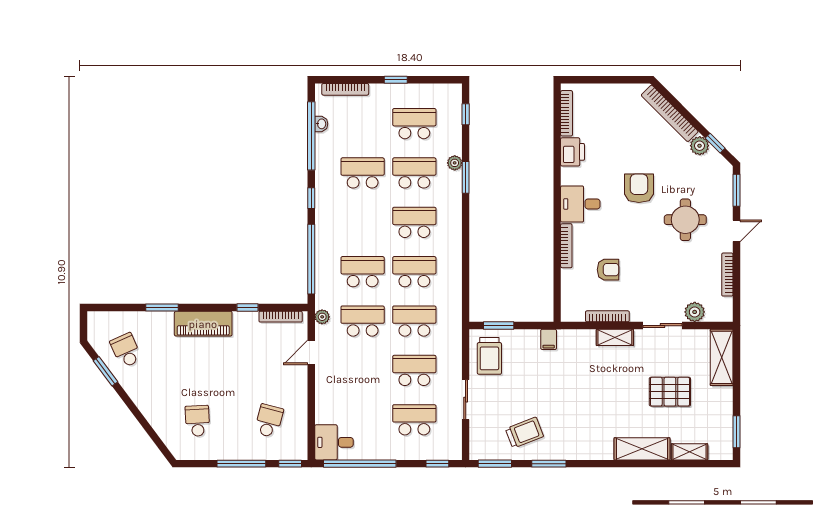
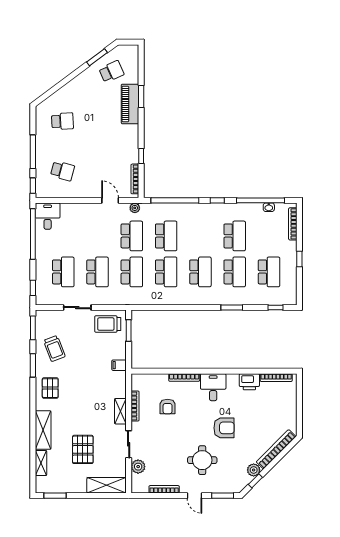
plant: (455, 163) -> (242, 300), removed
piano: (203, 324) -> (130, 104), moved
pallet: (582, 438) -> (50, 388), added

